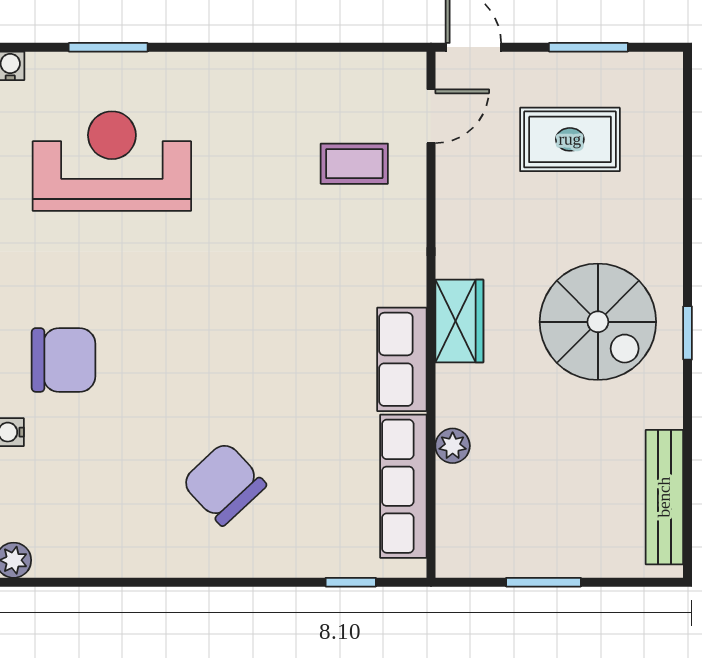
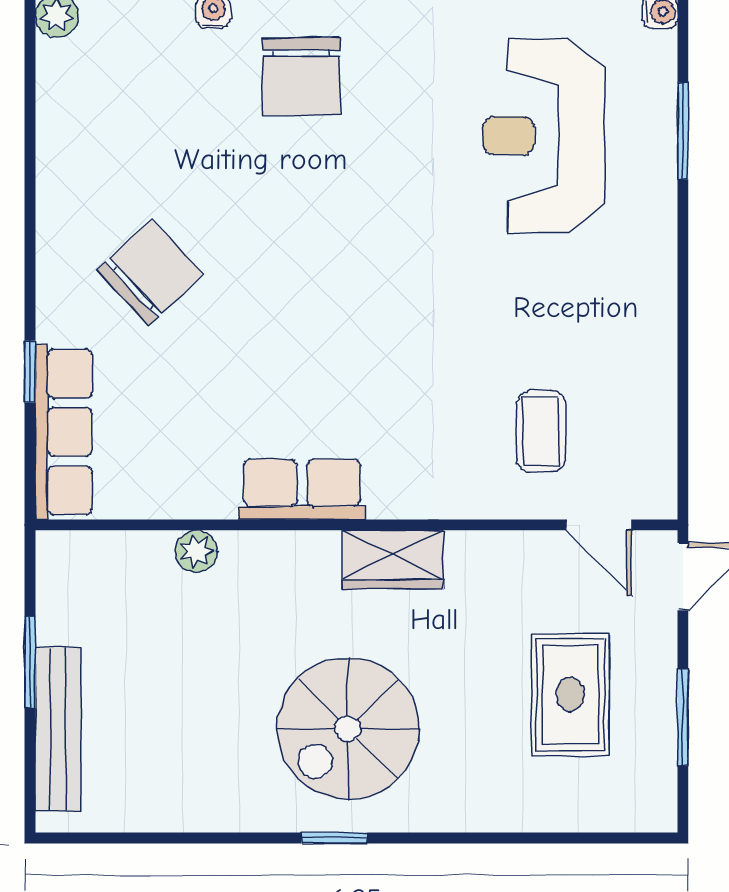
reception desk: (112, 161) -> (544, 136), turned 180
wardrobe: (459, 321) -> (393, 560), moved
row of seats: (403, 486) -> (64, 432), moved, turned 90
bench: (664, 497) -> (58, 729), moved, turned 90
window: (351, 582) -> (30, 372), moved

